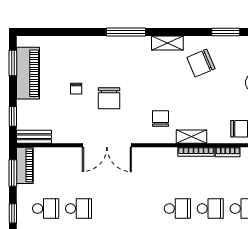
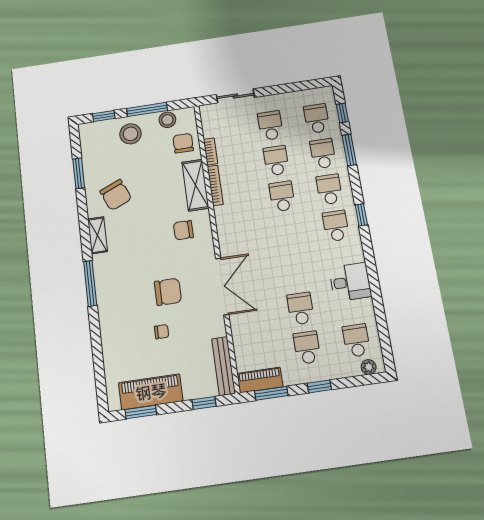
bench: (34, 137) -> (223, 366), width x1.36
shelving: (191, 137) -> (195, 185), width x1.50, depth x1.33

